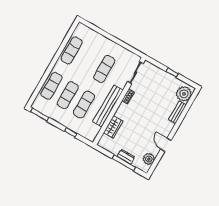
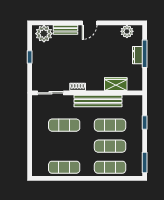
door: (166, 145) -> (90, 23), moved

